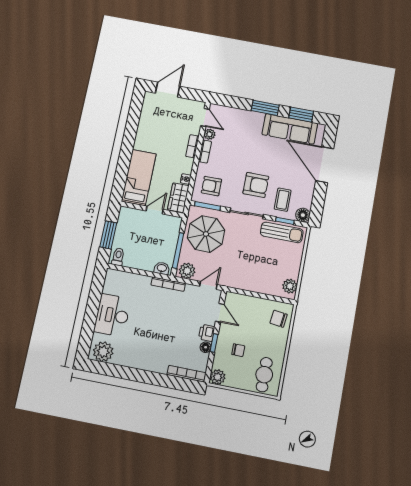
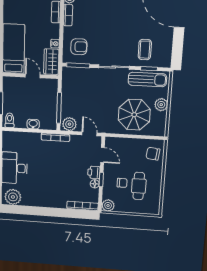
armchair: (256, 185) -> (119, 40), removed
armchair: (211, 186) -> (79, 47), turned 180
door: (155, 210) -> (33, 76), hinge flipped
floor lamp: (303, 215) -> (165, 61), removed
parasol: (206, 234) -> (134, 115), moved
washbasin: (162, 268) -> (33, 124), moved
door: (208, 285) -> (89, 134), hinge flipped
plant: (290, 286) -> (161, 105), moved
cafe table: (264, 375) -> (139, 186), moved

